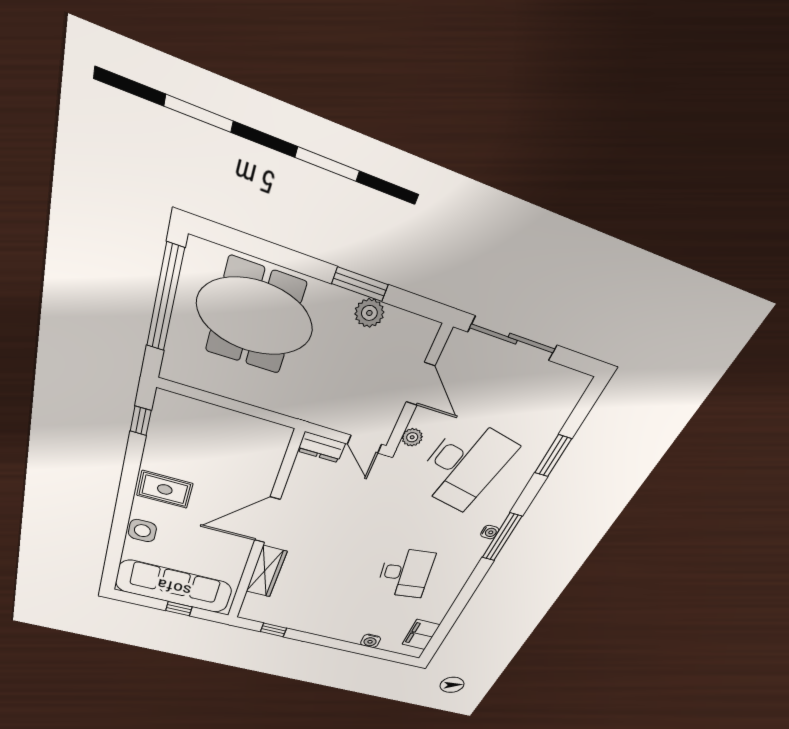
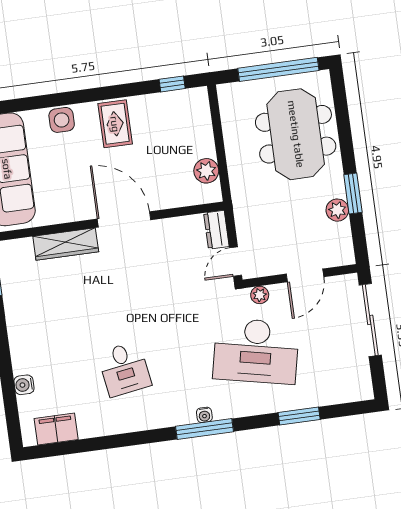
plant: (254, 429) -> (206, 171), added
desk: (405, 573) -> (124, 369), width x0.73

